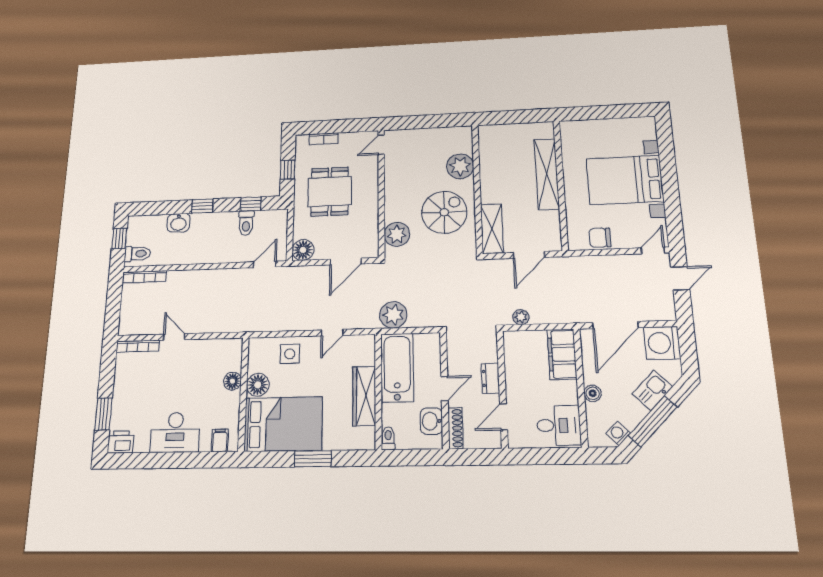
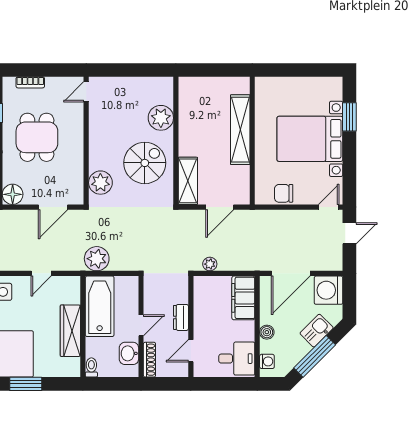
window: (667, 155) -> (349, 117), added
washing machine: (618, 433) -> (267, 361), moved, turned 135

